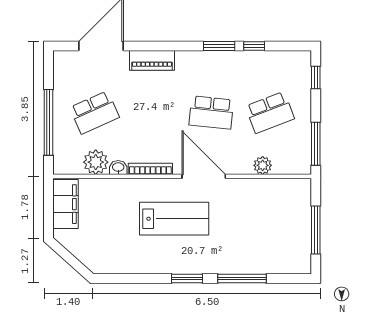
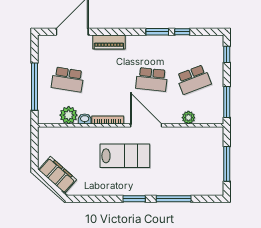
school desk: (94, 112) -> (68, 79), turned 33
filing cabinet: (65, 204) -> (57, 175), moved, turned -48

